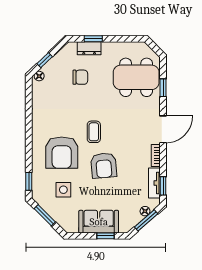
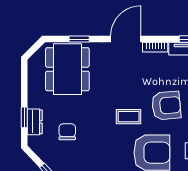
door: (163, 129) -> (126, 39), hinge flipped

